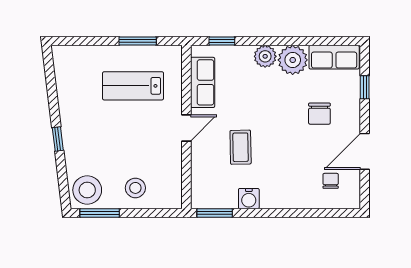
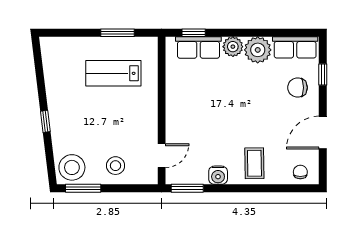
row of seats: (203, 82) -> (198, 47), moved, turned 90
chair: (319, 114) -> (298, 88), moved, turned 90
door: (186, 128) -> (162, 156), moved
coffee table: (241, 147) -> (254, 163), moved
chair: (331, 181) -> (300, 172), moved

